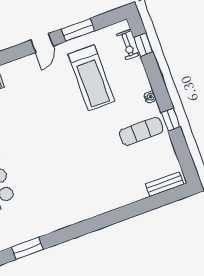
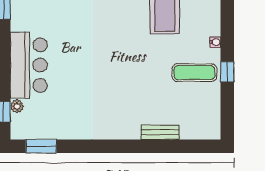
bench: (165, 184) -> (160, 132), moved

